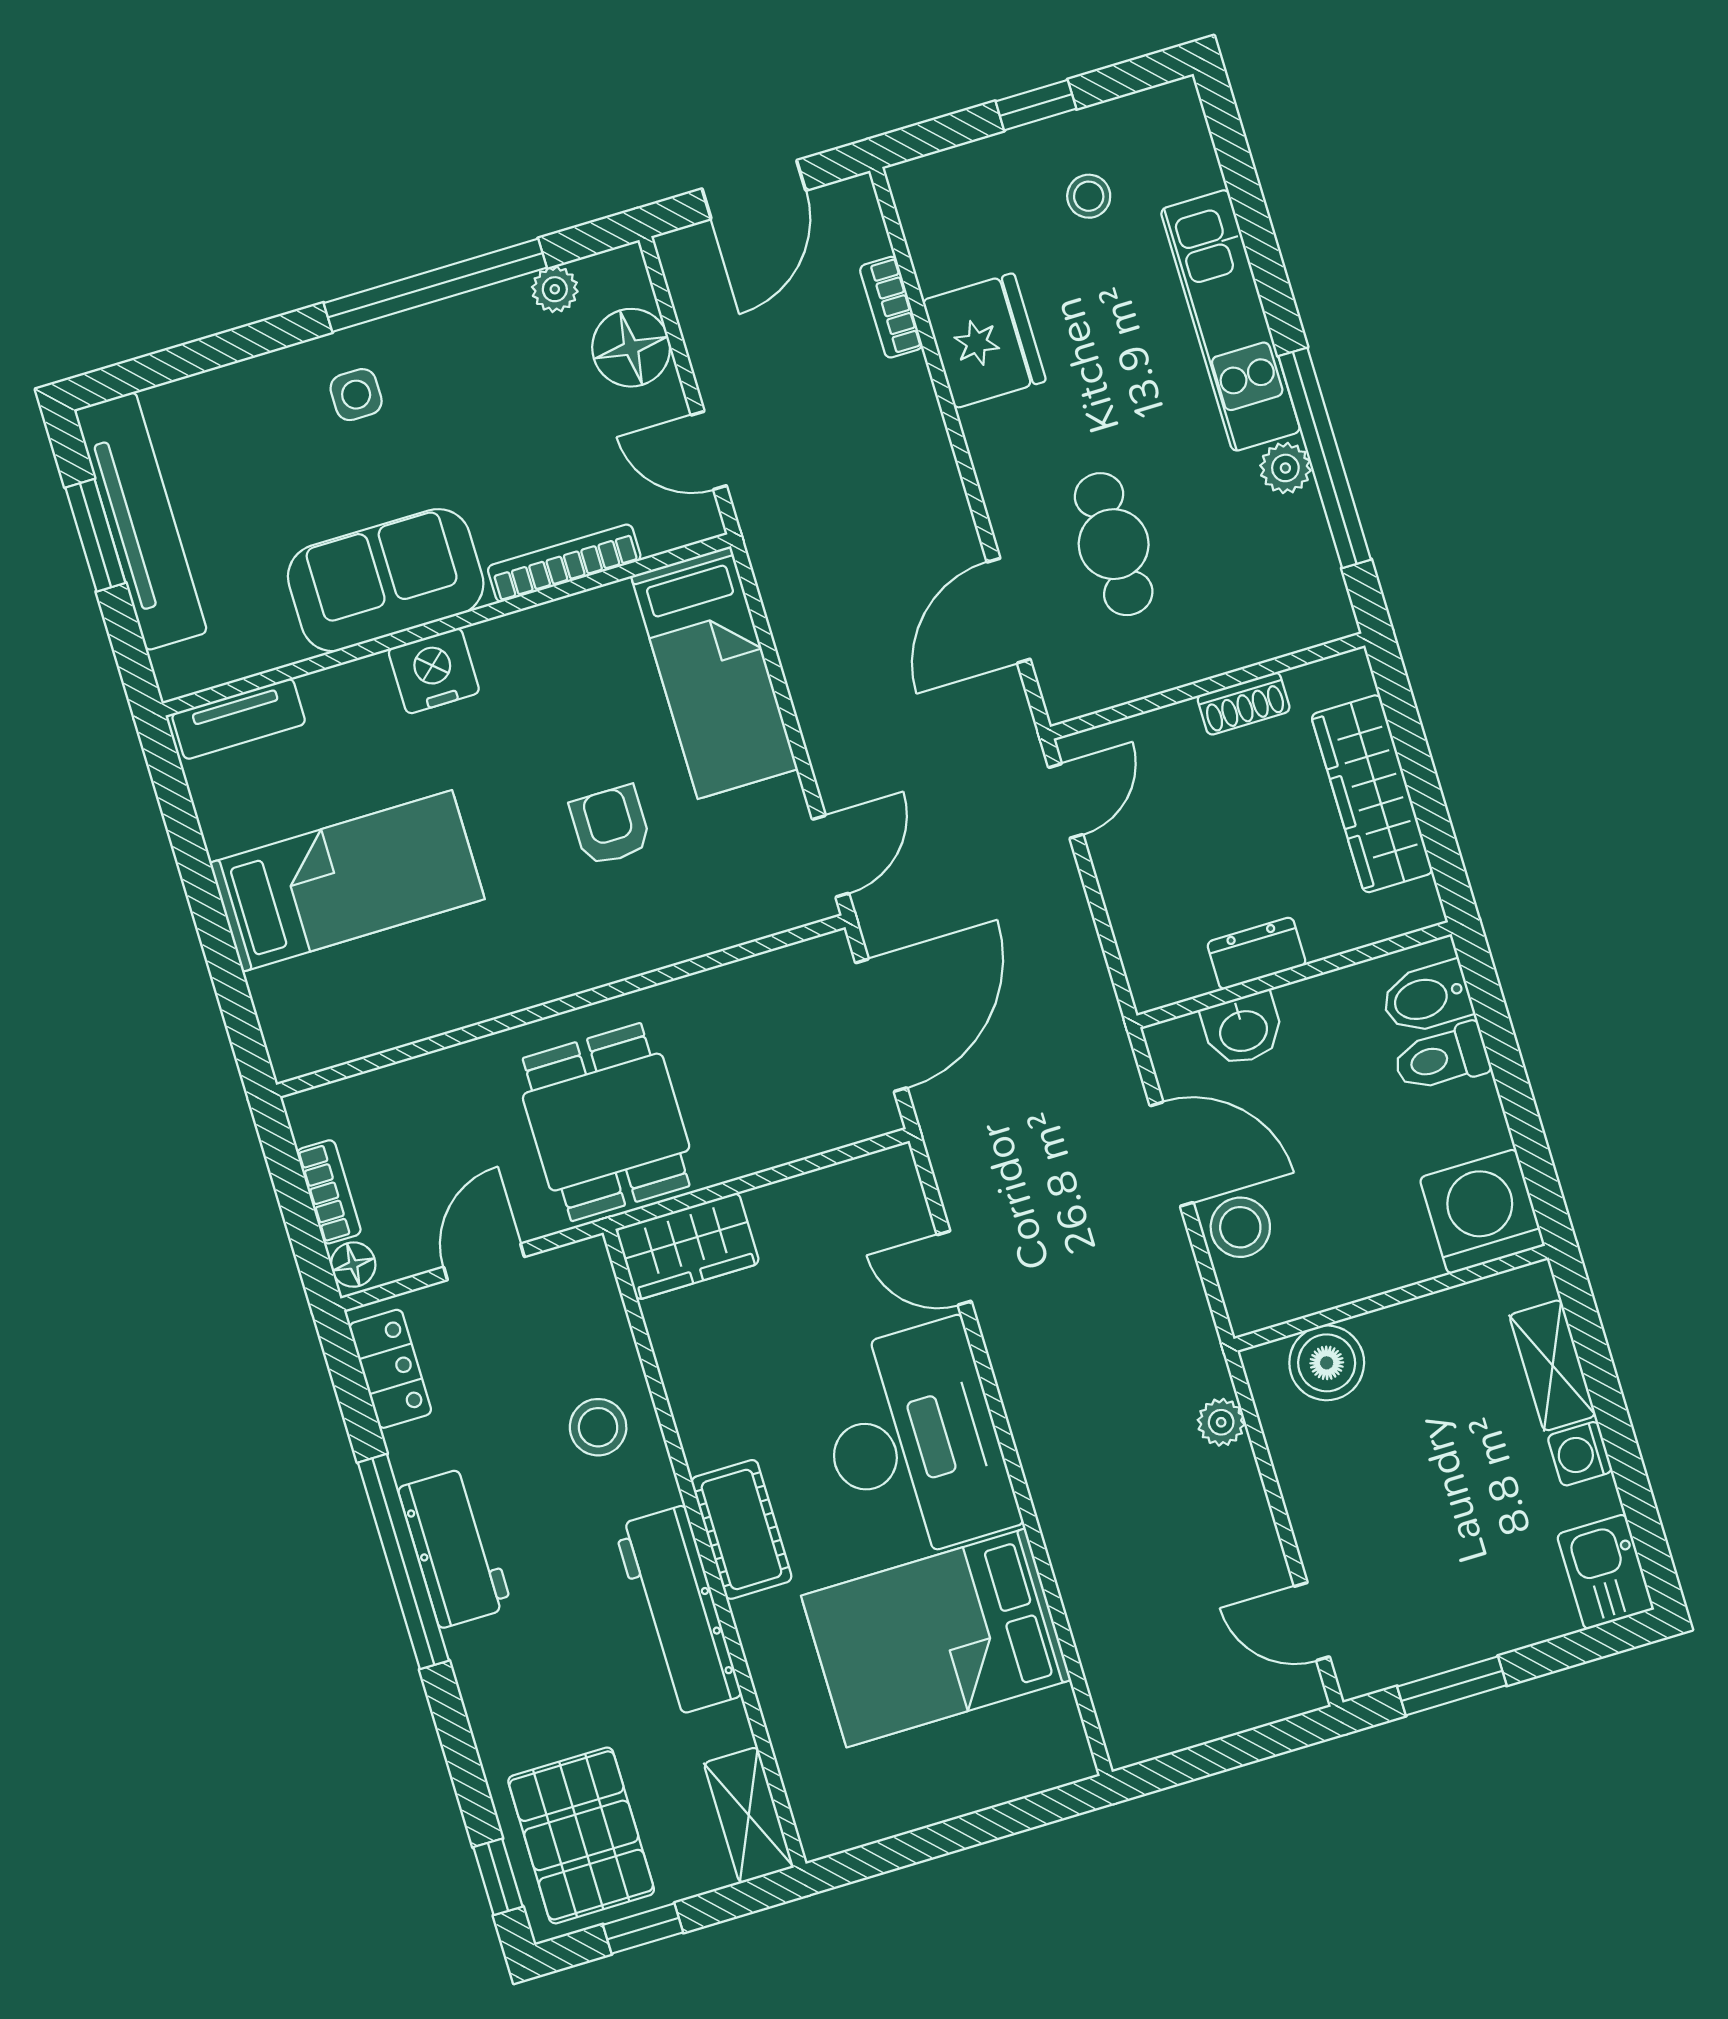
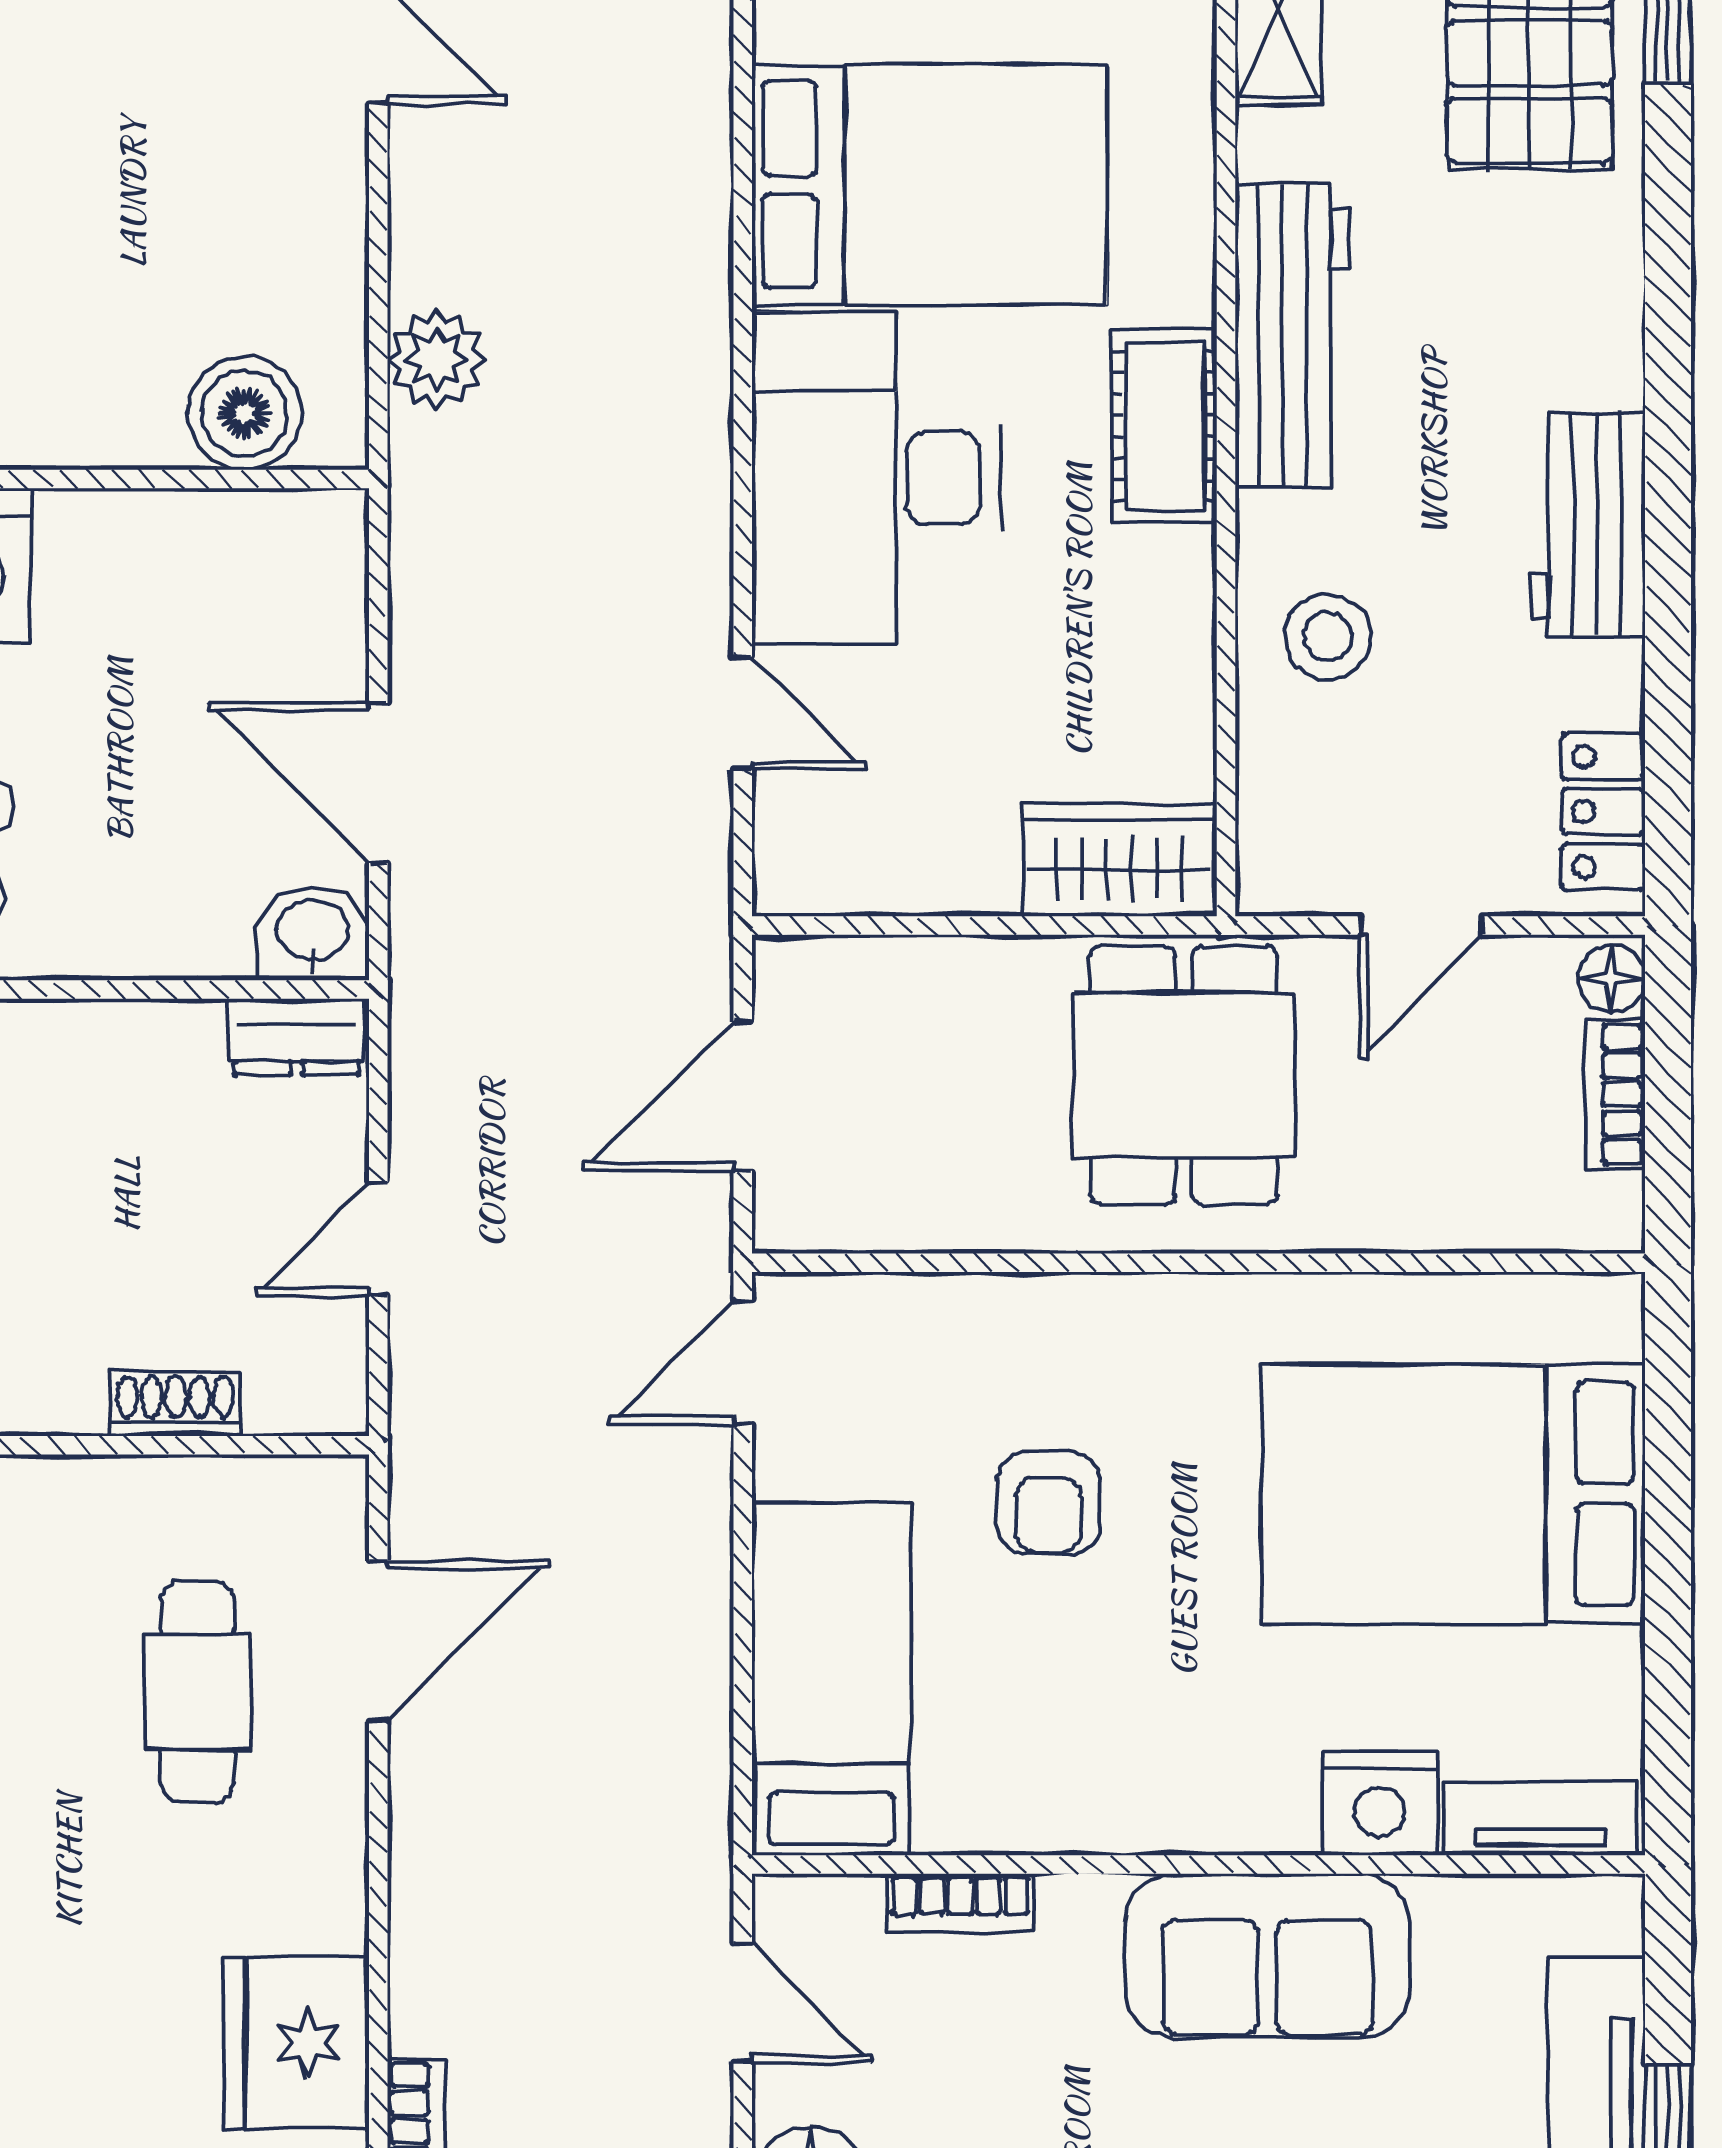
bookcase: (564, 563) -> (960, 1903), width x0.64
nightstand: (434, 671) -> (1379, 1803), moved
shoe rack: (1244, 704) -> (175, 1404), moved
door: (1066, 801) -> (378, 1239), moved
bed: (347, 881) -> (1454, 1494), width x1.50
dresser: (1257, 953) -> (297, 1037), moved
door: (881, 1025) -> (743, 1096), width x0.73
washbasin: (1243, 1029) -> (313, 933), moved
stool: (1240, 1227) -> (311, 647), removed
plant: (1221, 1422) -> (436, 360), width x1.38, depth x1.38
window: (403, 1562) -> (1668, 527), removed

